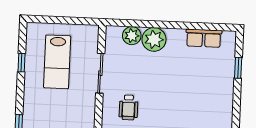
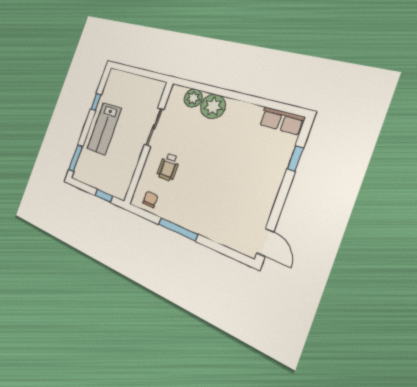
row of seats: (204, 38) -> (282, 121), moved
lab bench: (57, 62) -> (104, 129), moved

